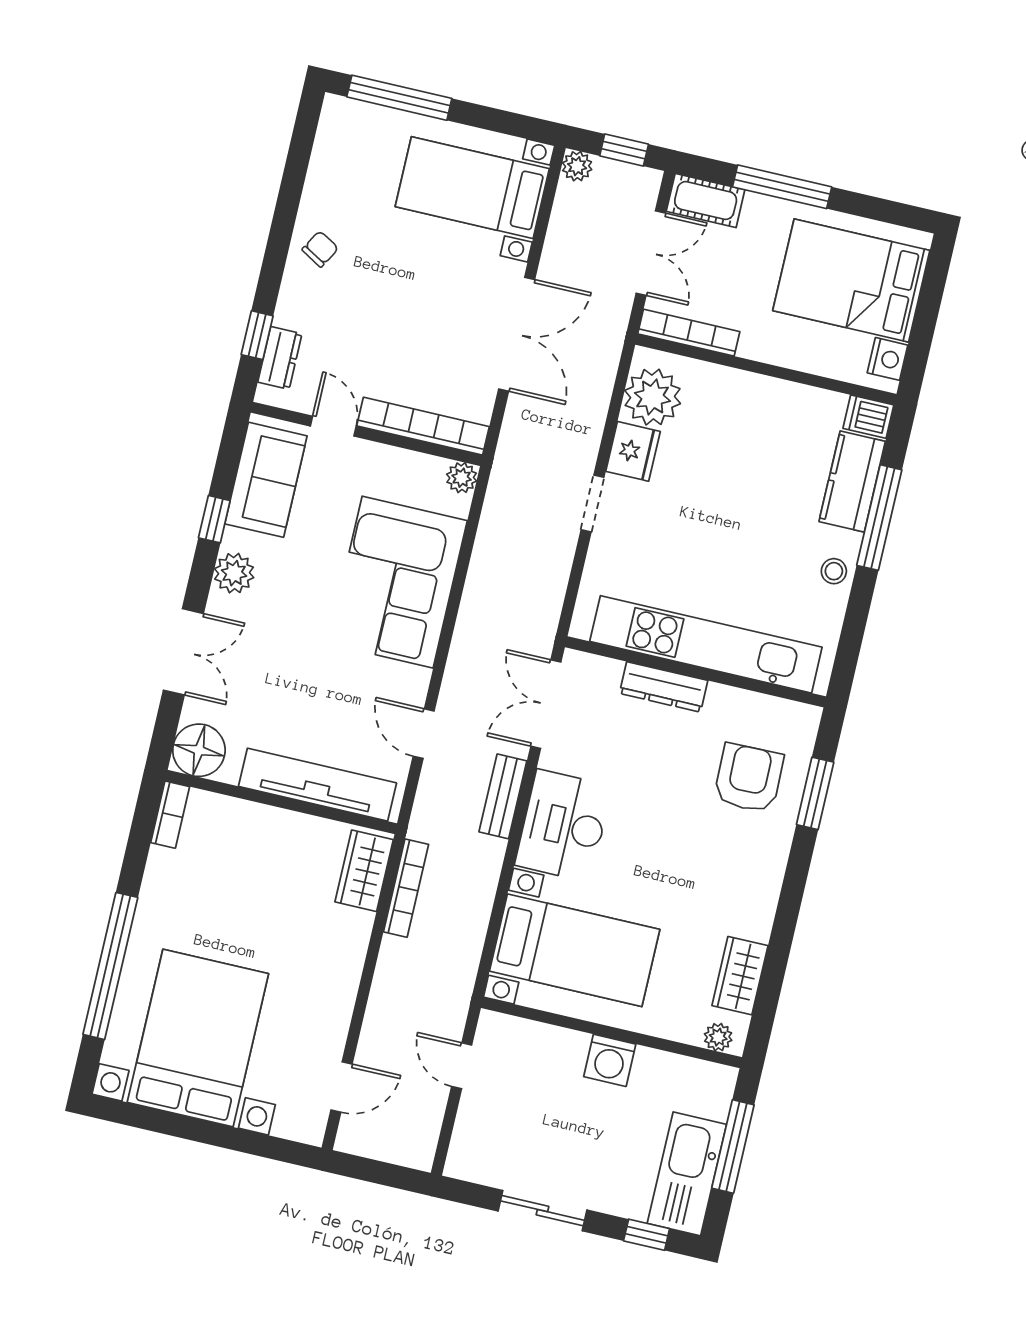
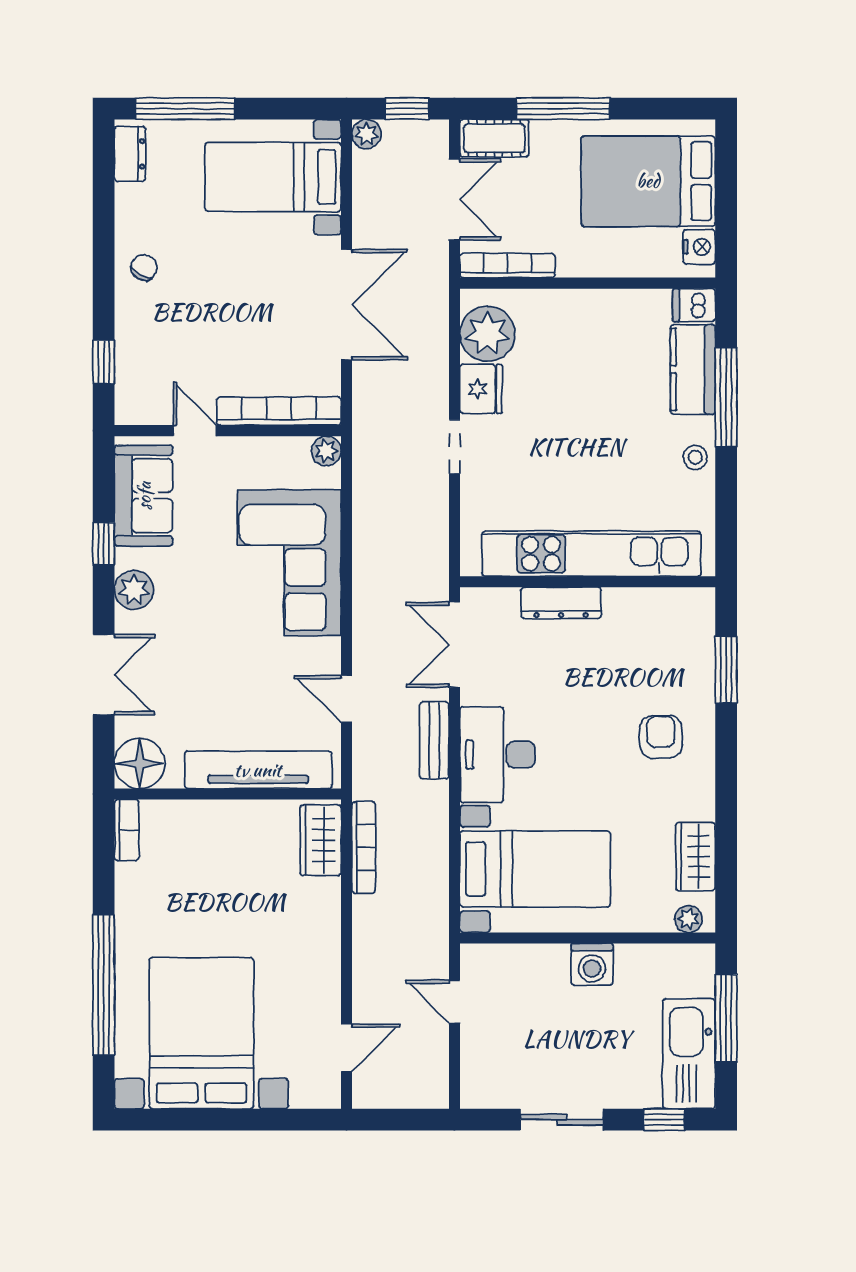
dresser: (280, 358) -> (130, 154), moved
armchair: (749, 778) -> (661, 737), moved, width x0.72, depth x0.72

